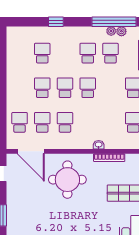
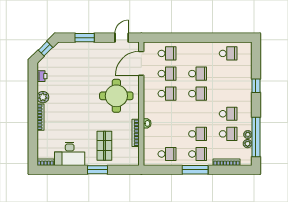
school desk: (42, 53) -> (228, 53), moved
school desk: (88, 88) -> (198, 134), moved

